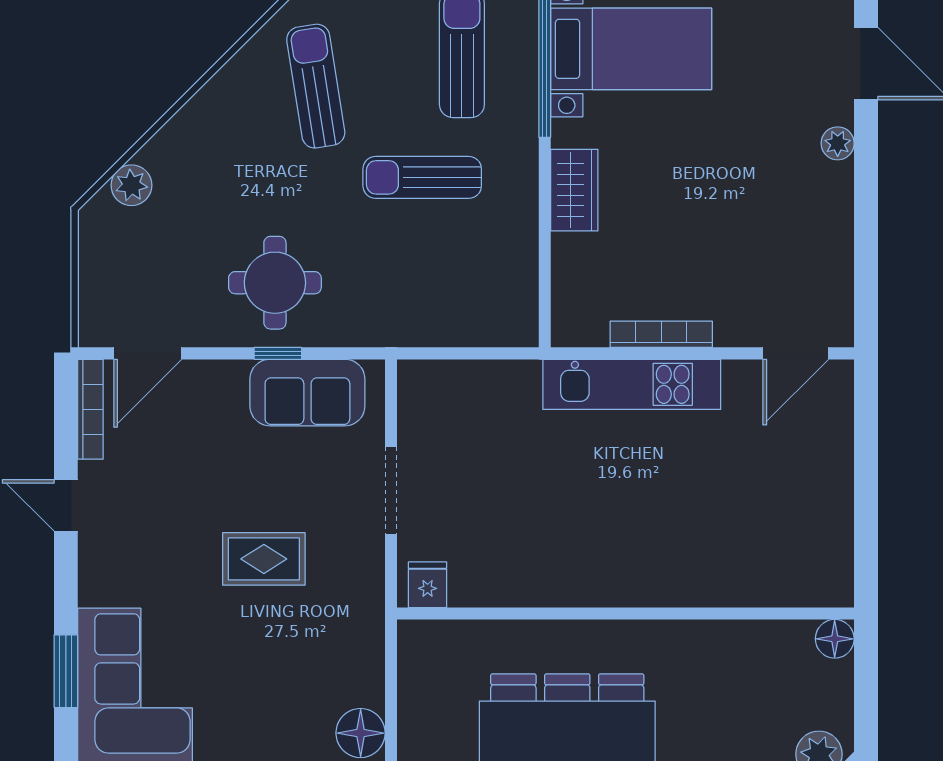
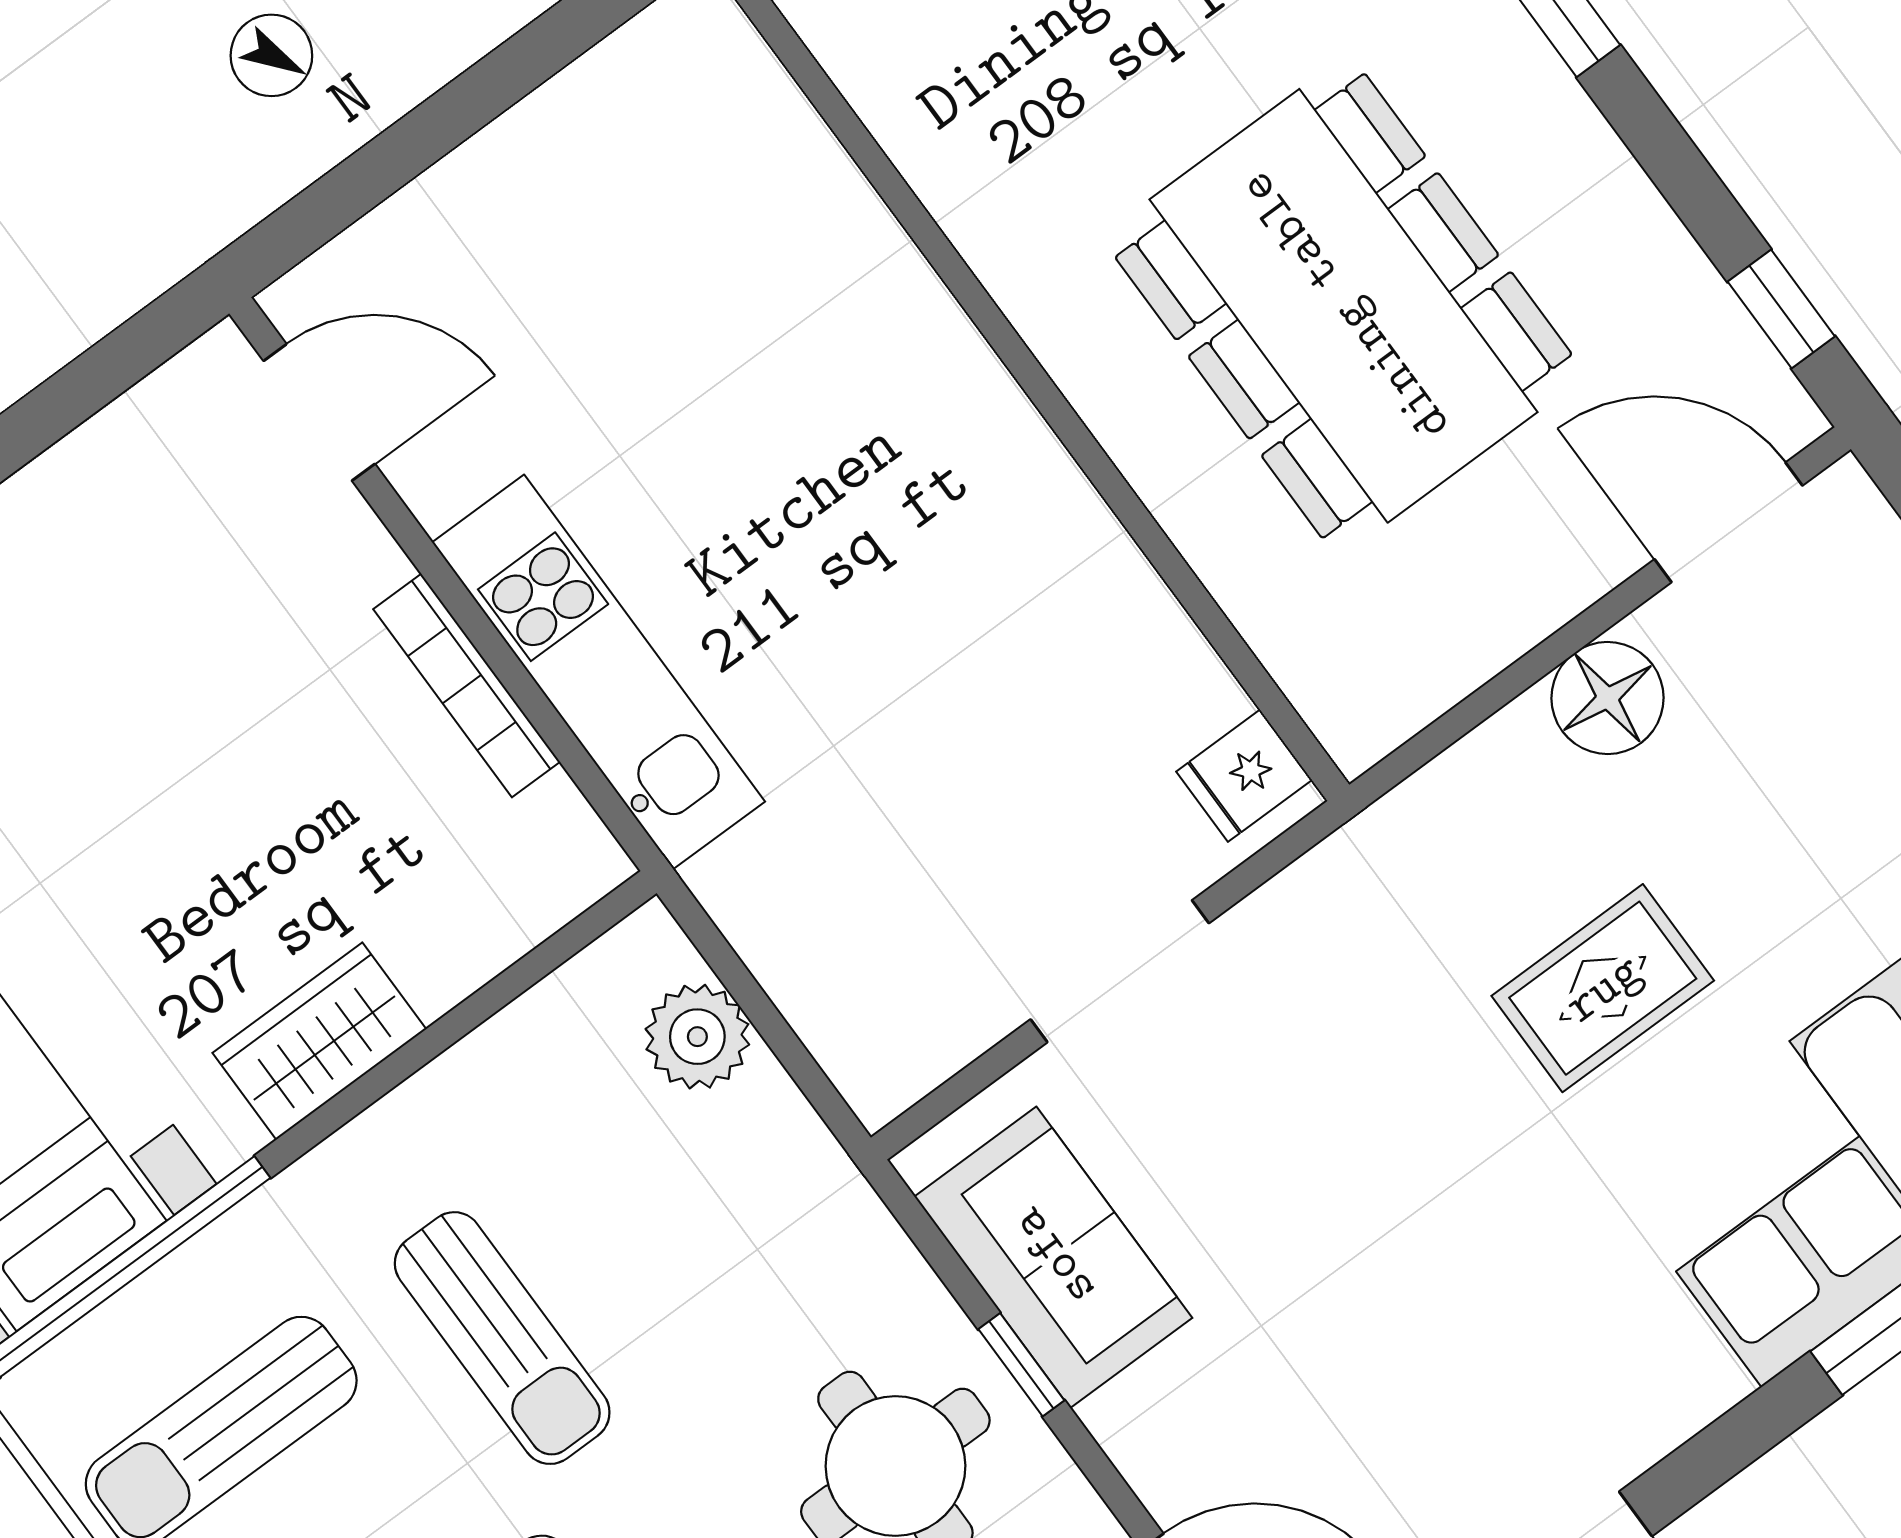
plant: (478, 324) -> (697, 1037), added
rug: (264, 559) -> (1603, 988), moved, turned 90

